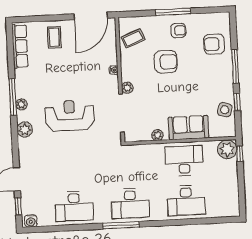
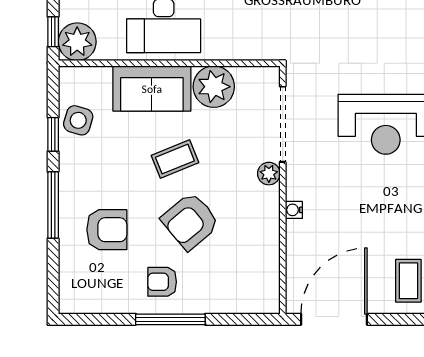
coffee table: (133, 38) -> (175, 159), moved
armchair: (214, 44) -> (107, 230), moved
armchair: (166, 62) -> (190, 221), turned -40
plant: (157, 135) -> (214, 87), width x1.87, depth x1.87

